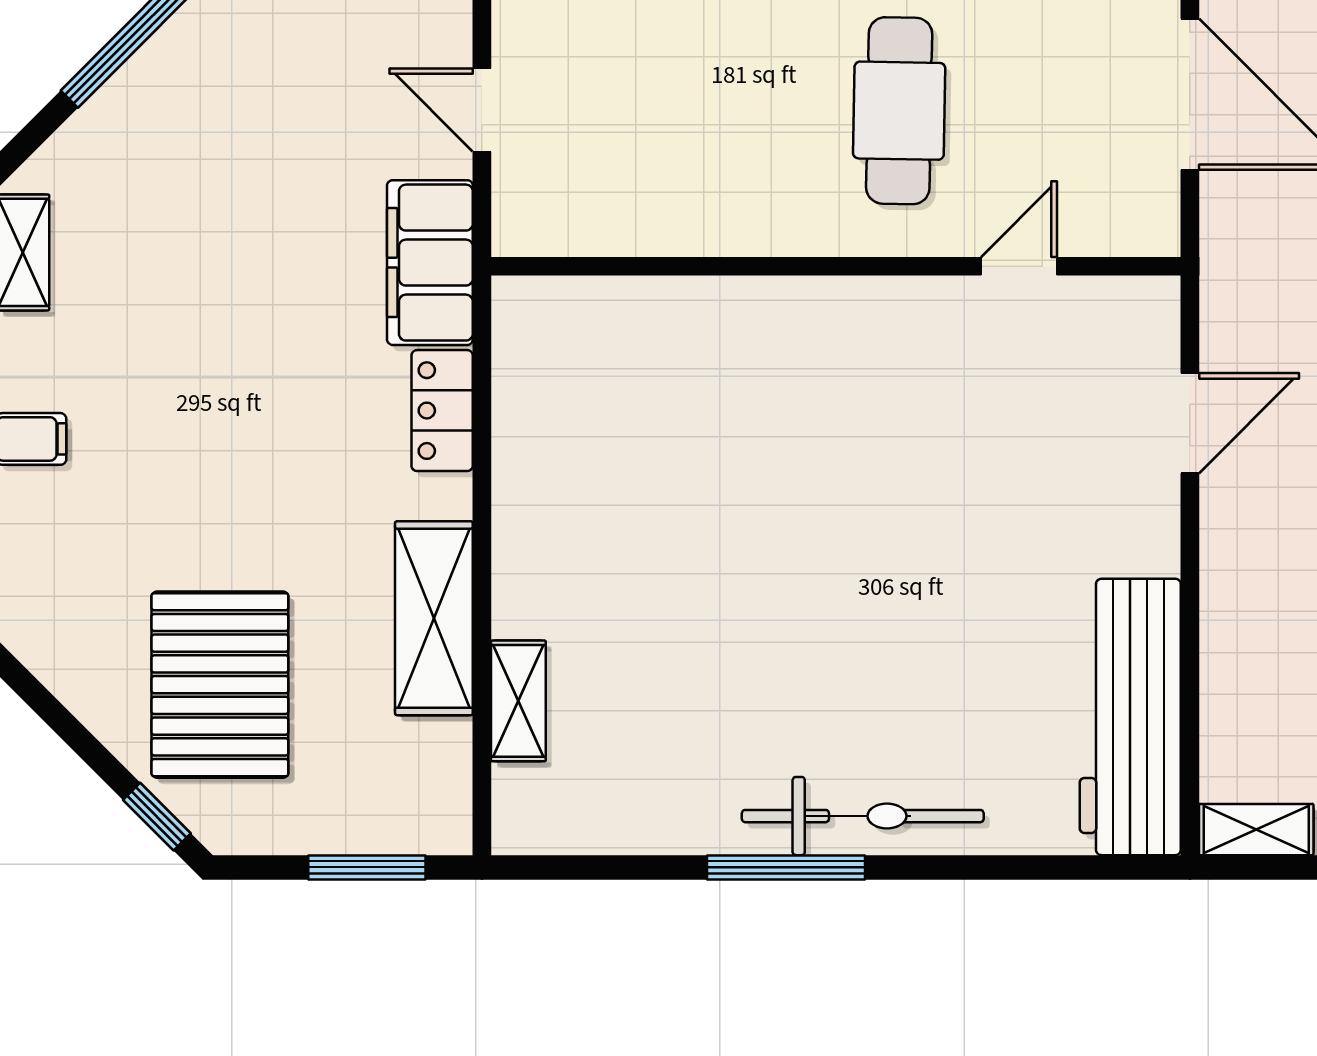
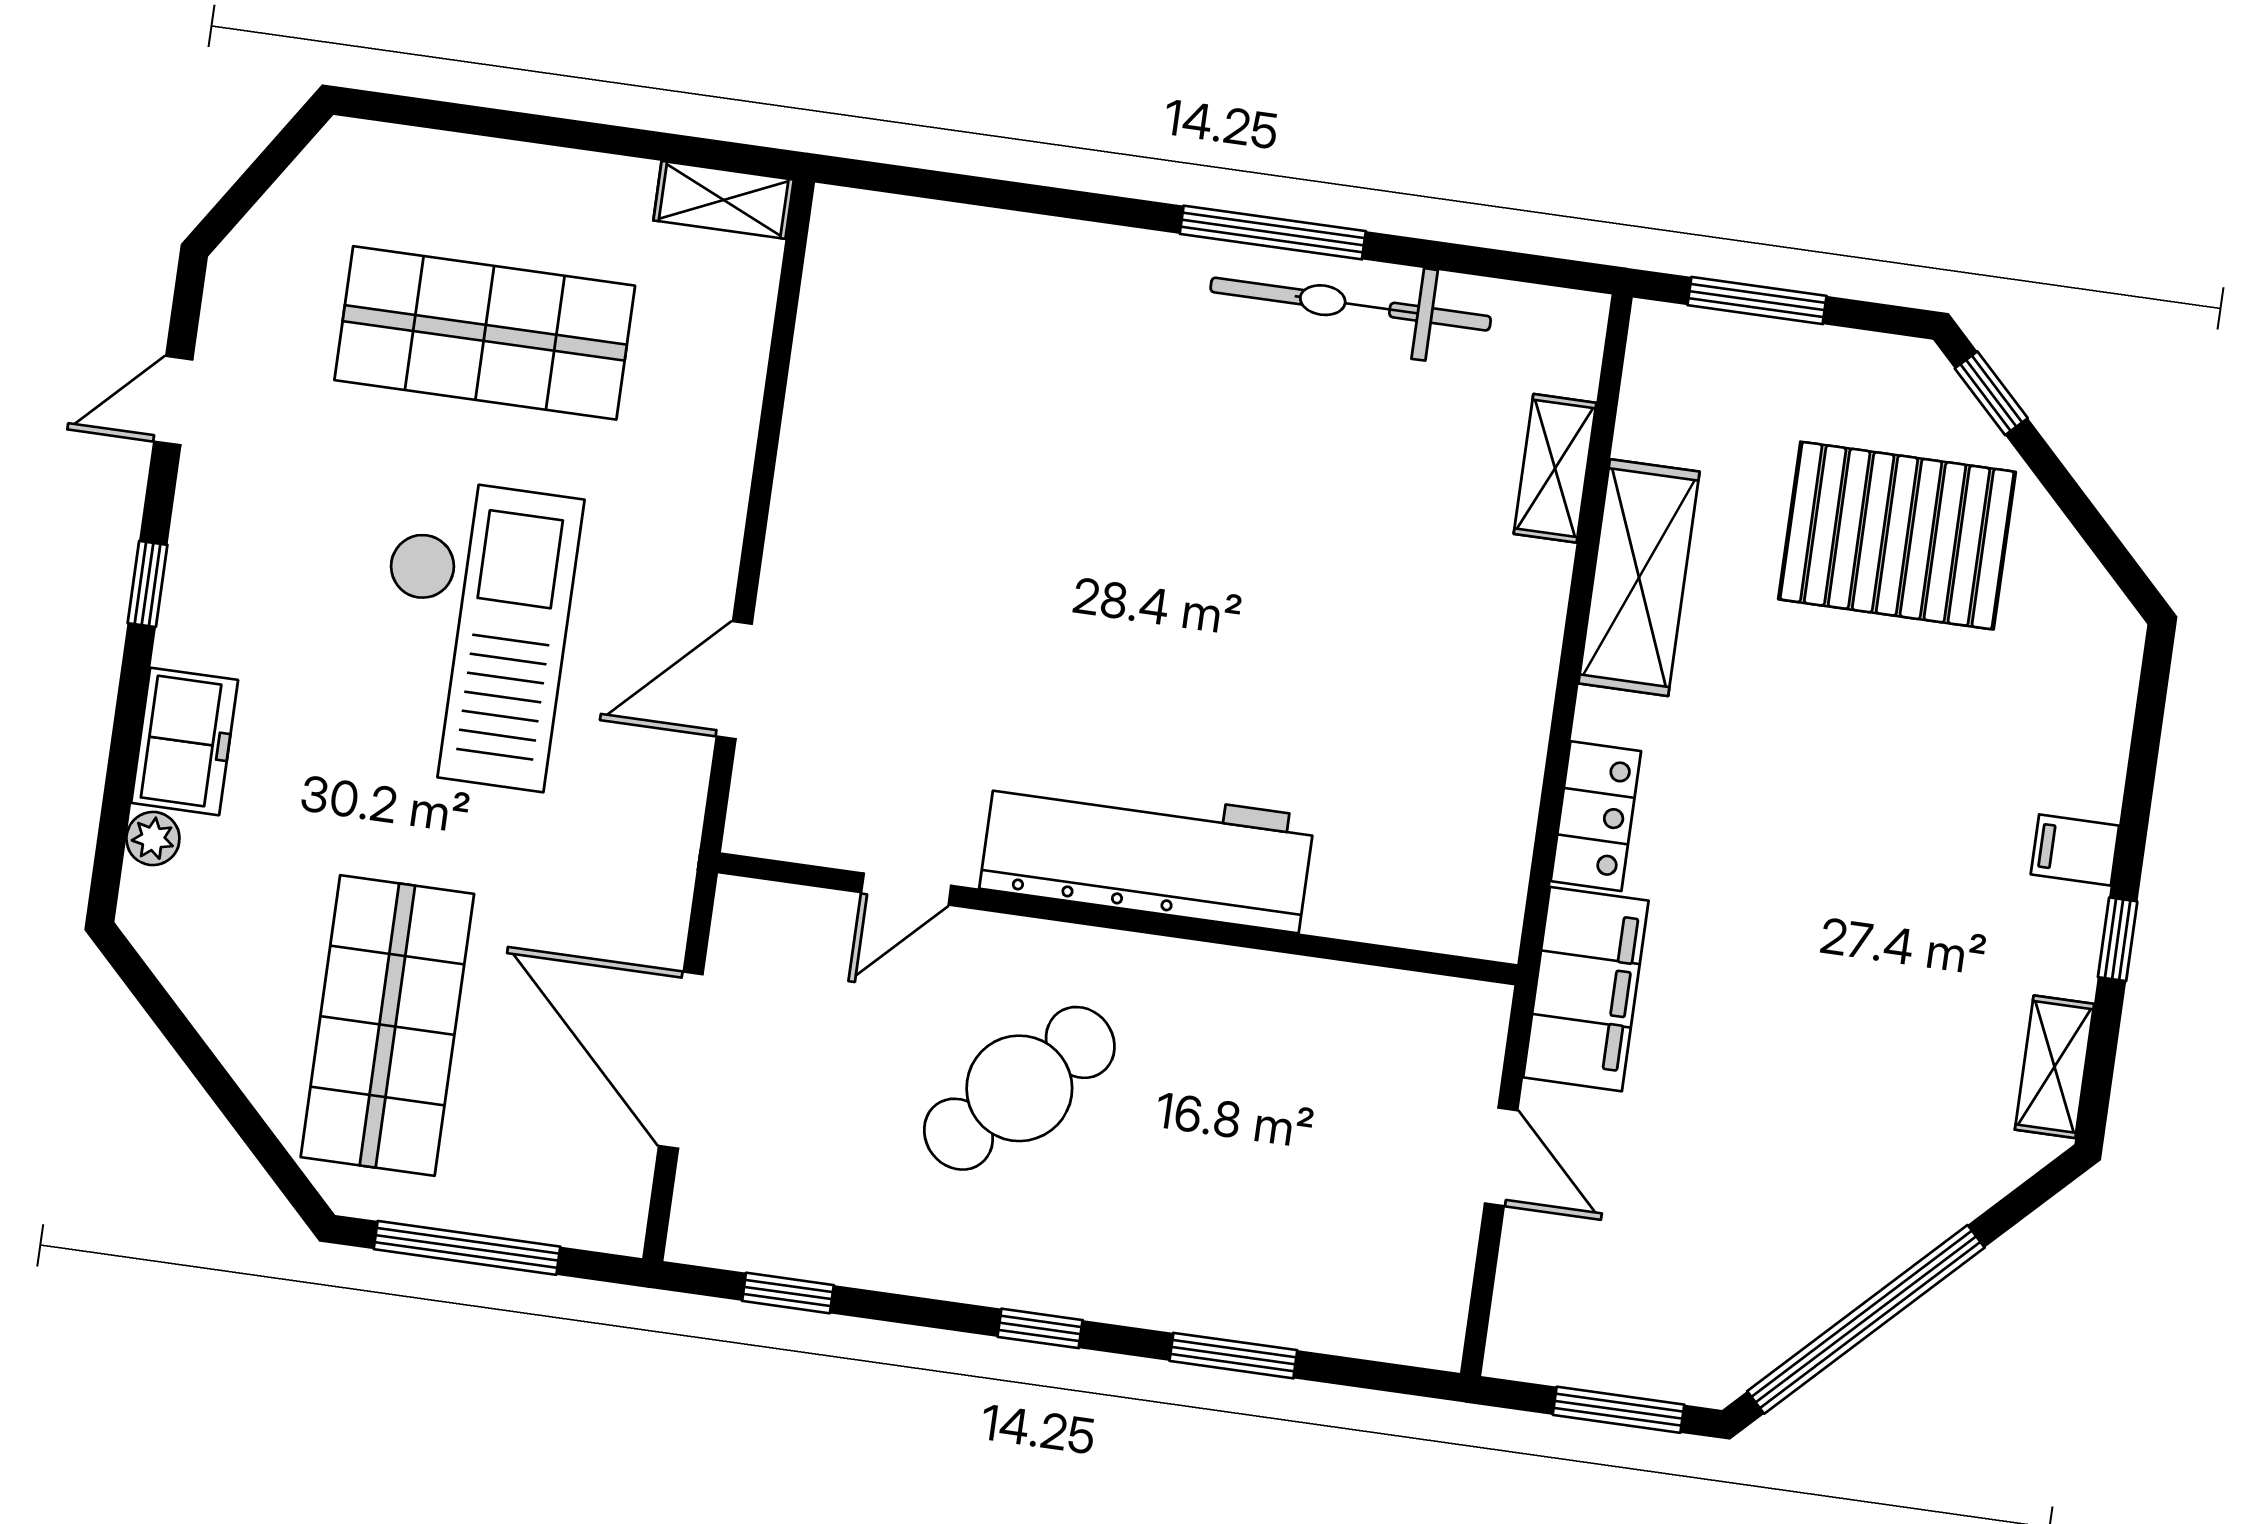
cafe table: (899, 111) -> (1019, 1088), turned 44
pallet: (220, 685) -> (1897, 536), turned 90
workbench: (1130, 717) -> (1147, 853), moved, turned -90
bicycle: (863, 816) -> (1351, 304), moved

